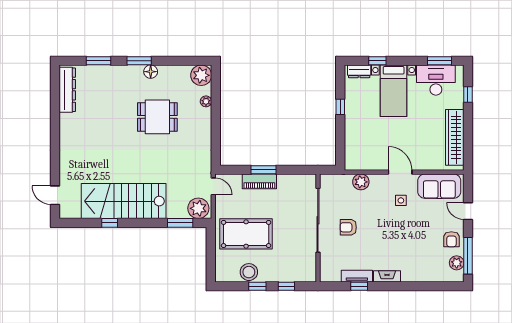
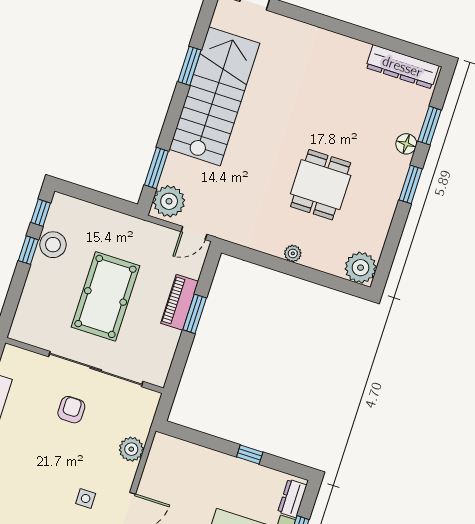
floor lamp: (151, 72) -> (406, 144), moved
plant: (206, 101) -> (293, 253), moved
window: (110, 223) -> (189, 66), width x1.50
pool table: (246, 234) -> (105, 296), moved
window: (286, 286) -> (41, 213), moved

